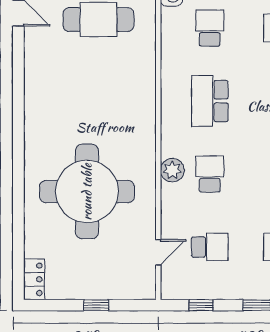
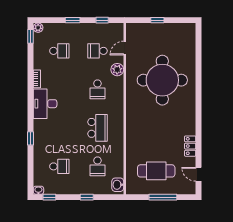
plant: (172, 170) -> (117, 70), moved
locker: (34, 279) -> (190, 146), moved

